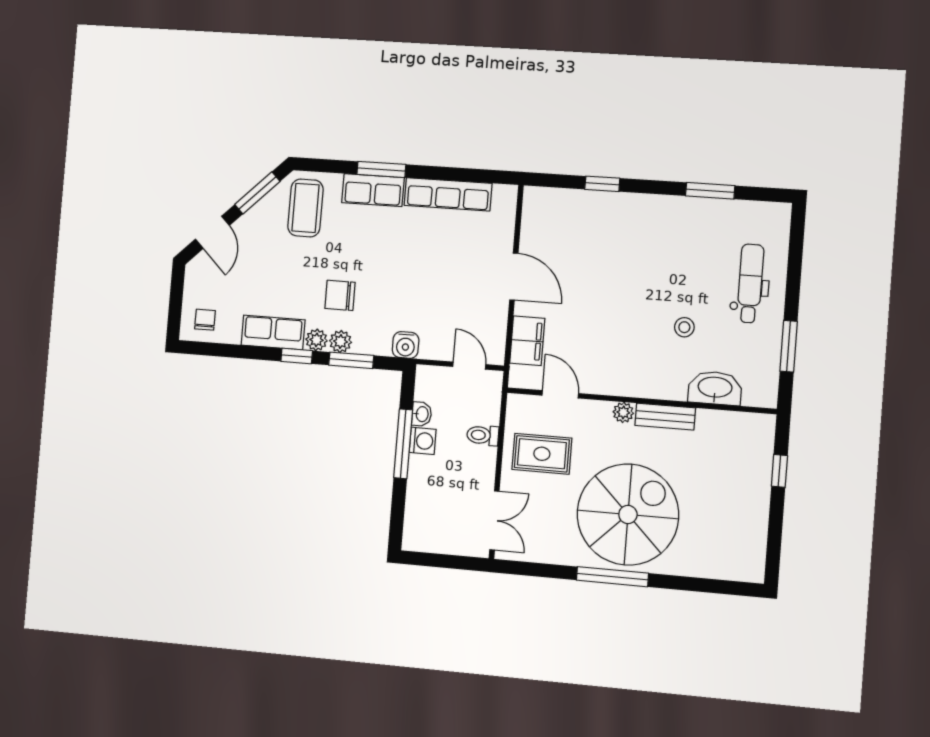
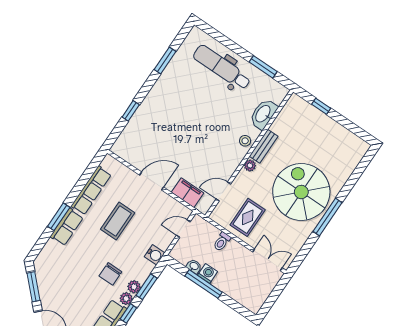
coffee table: (305, 208) -> (118, 221), moved, turned 90
dental chair: (750, 283) -> (222, 67), width x1.36, depth x1.38
stool: (684, 327) -> (245, 141), moved

